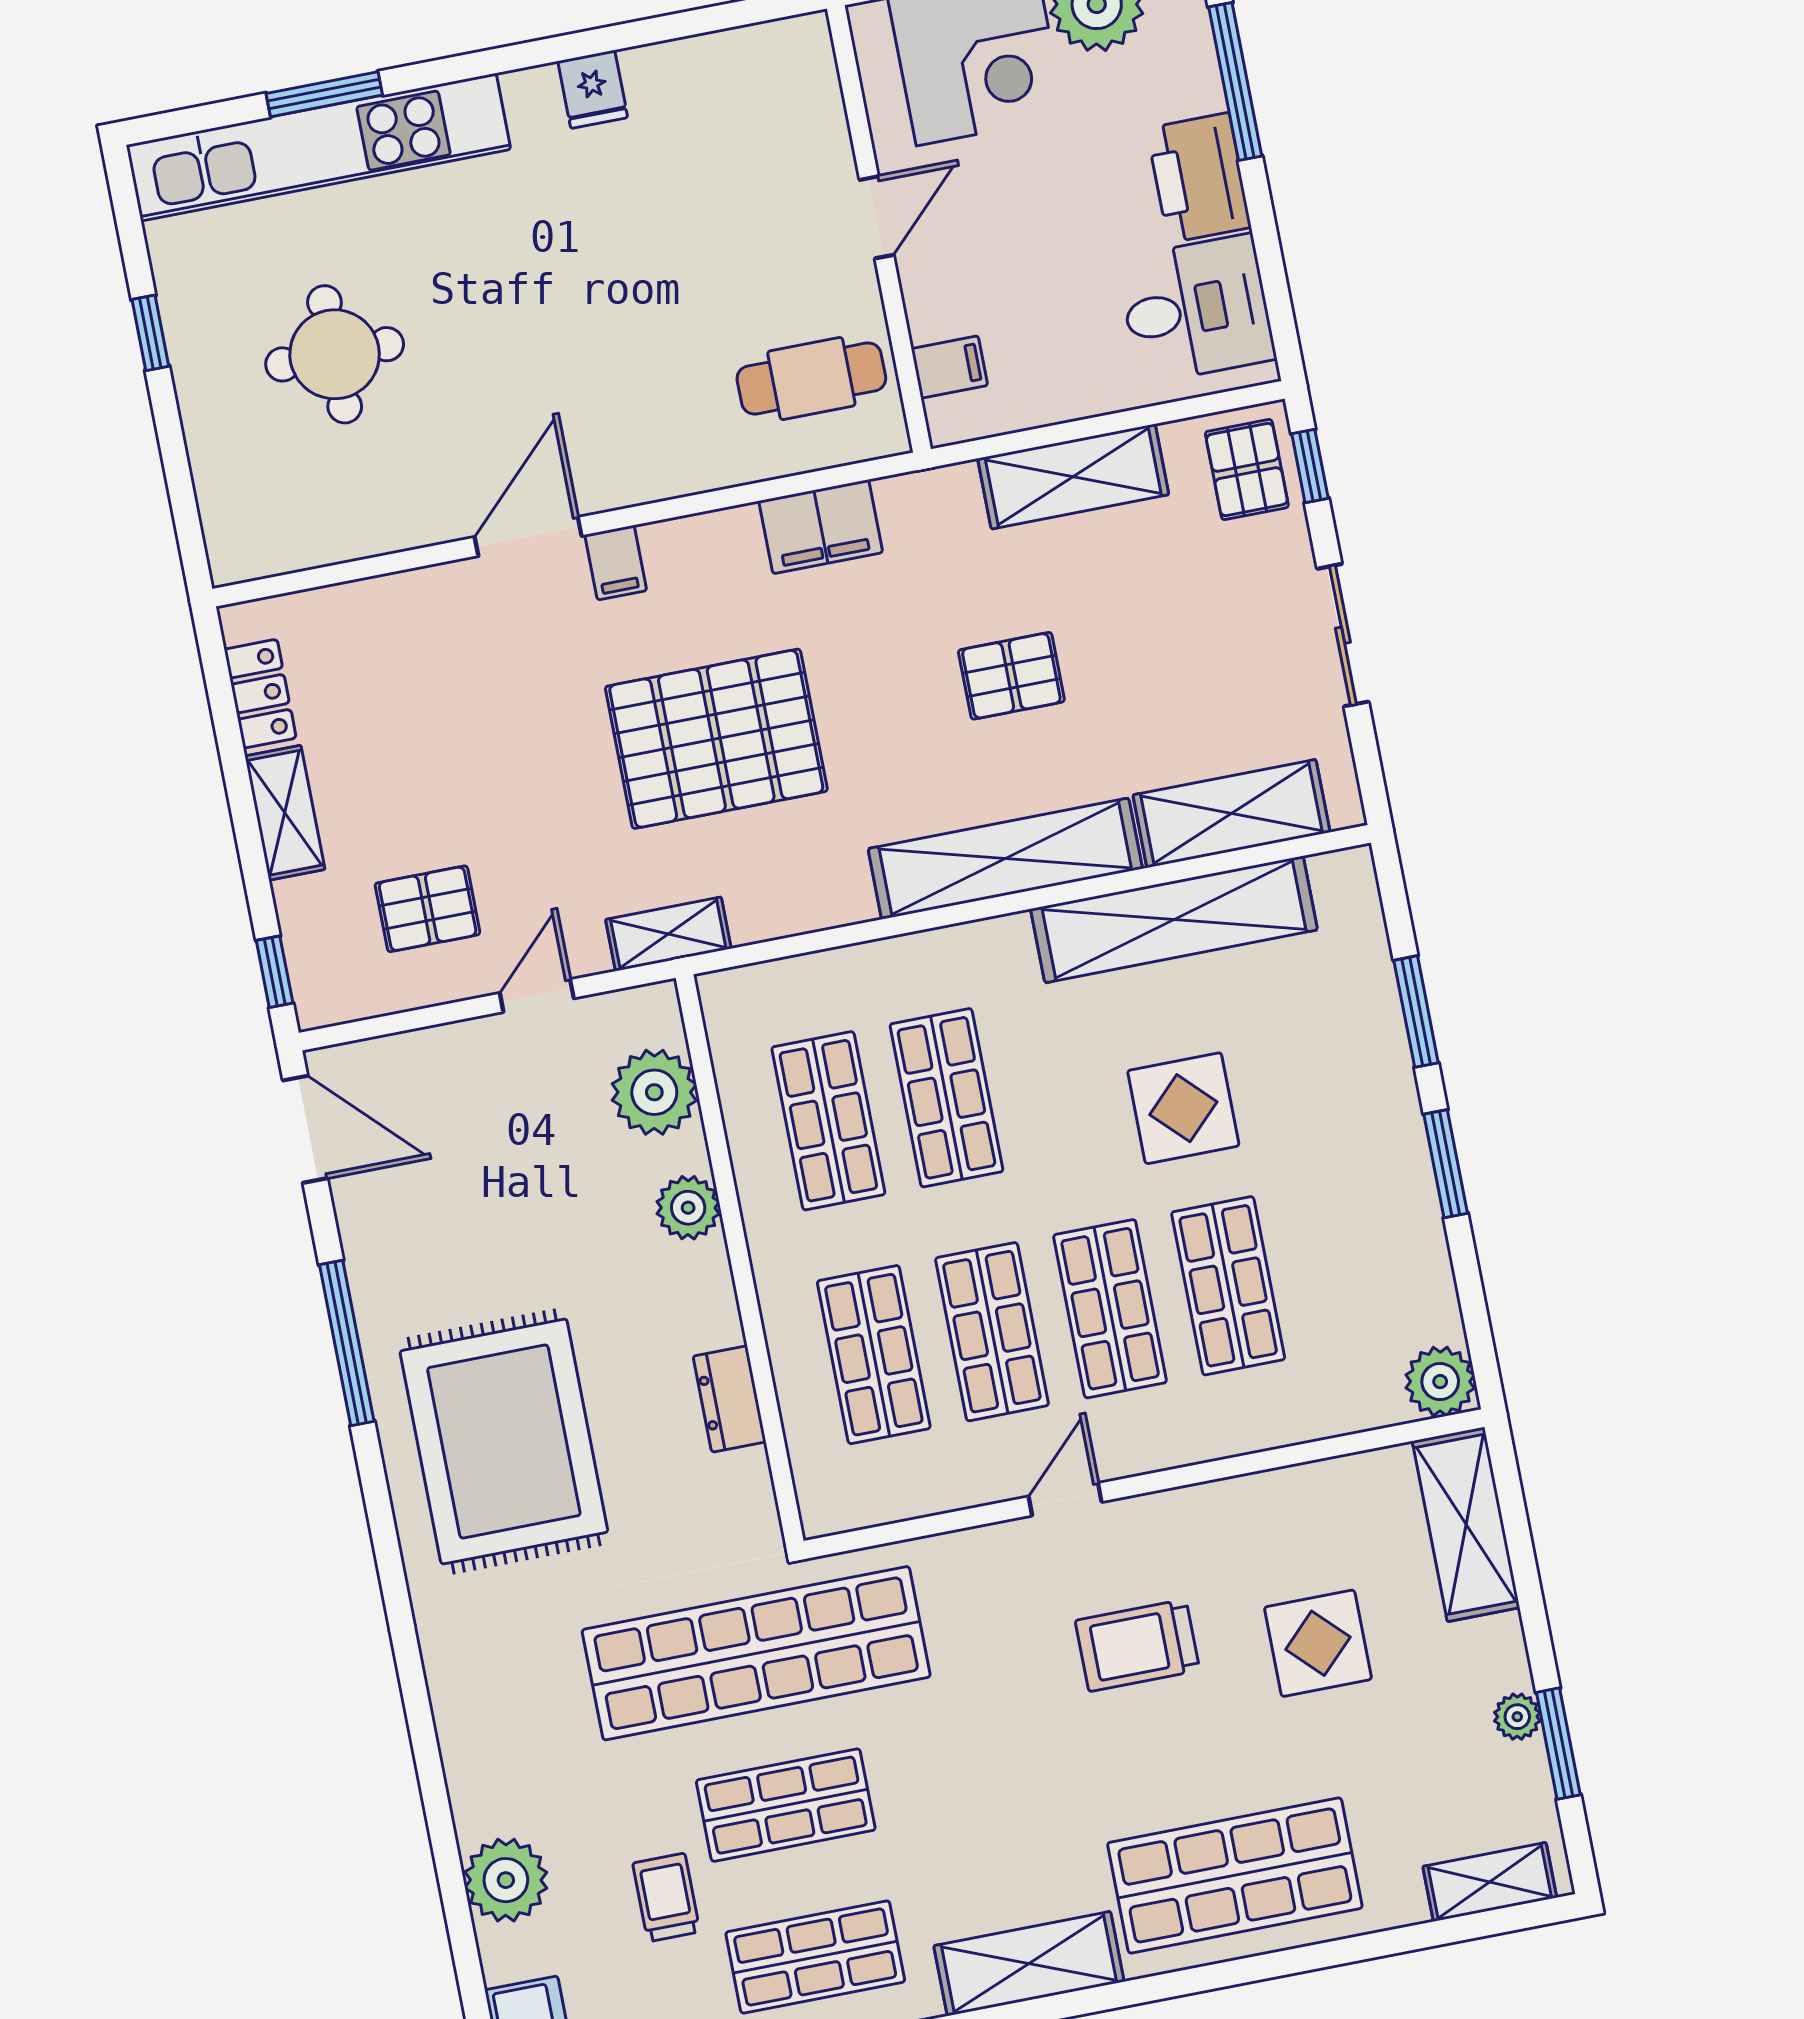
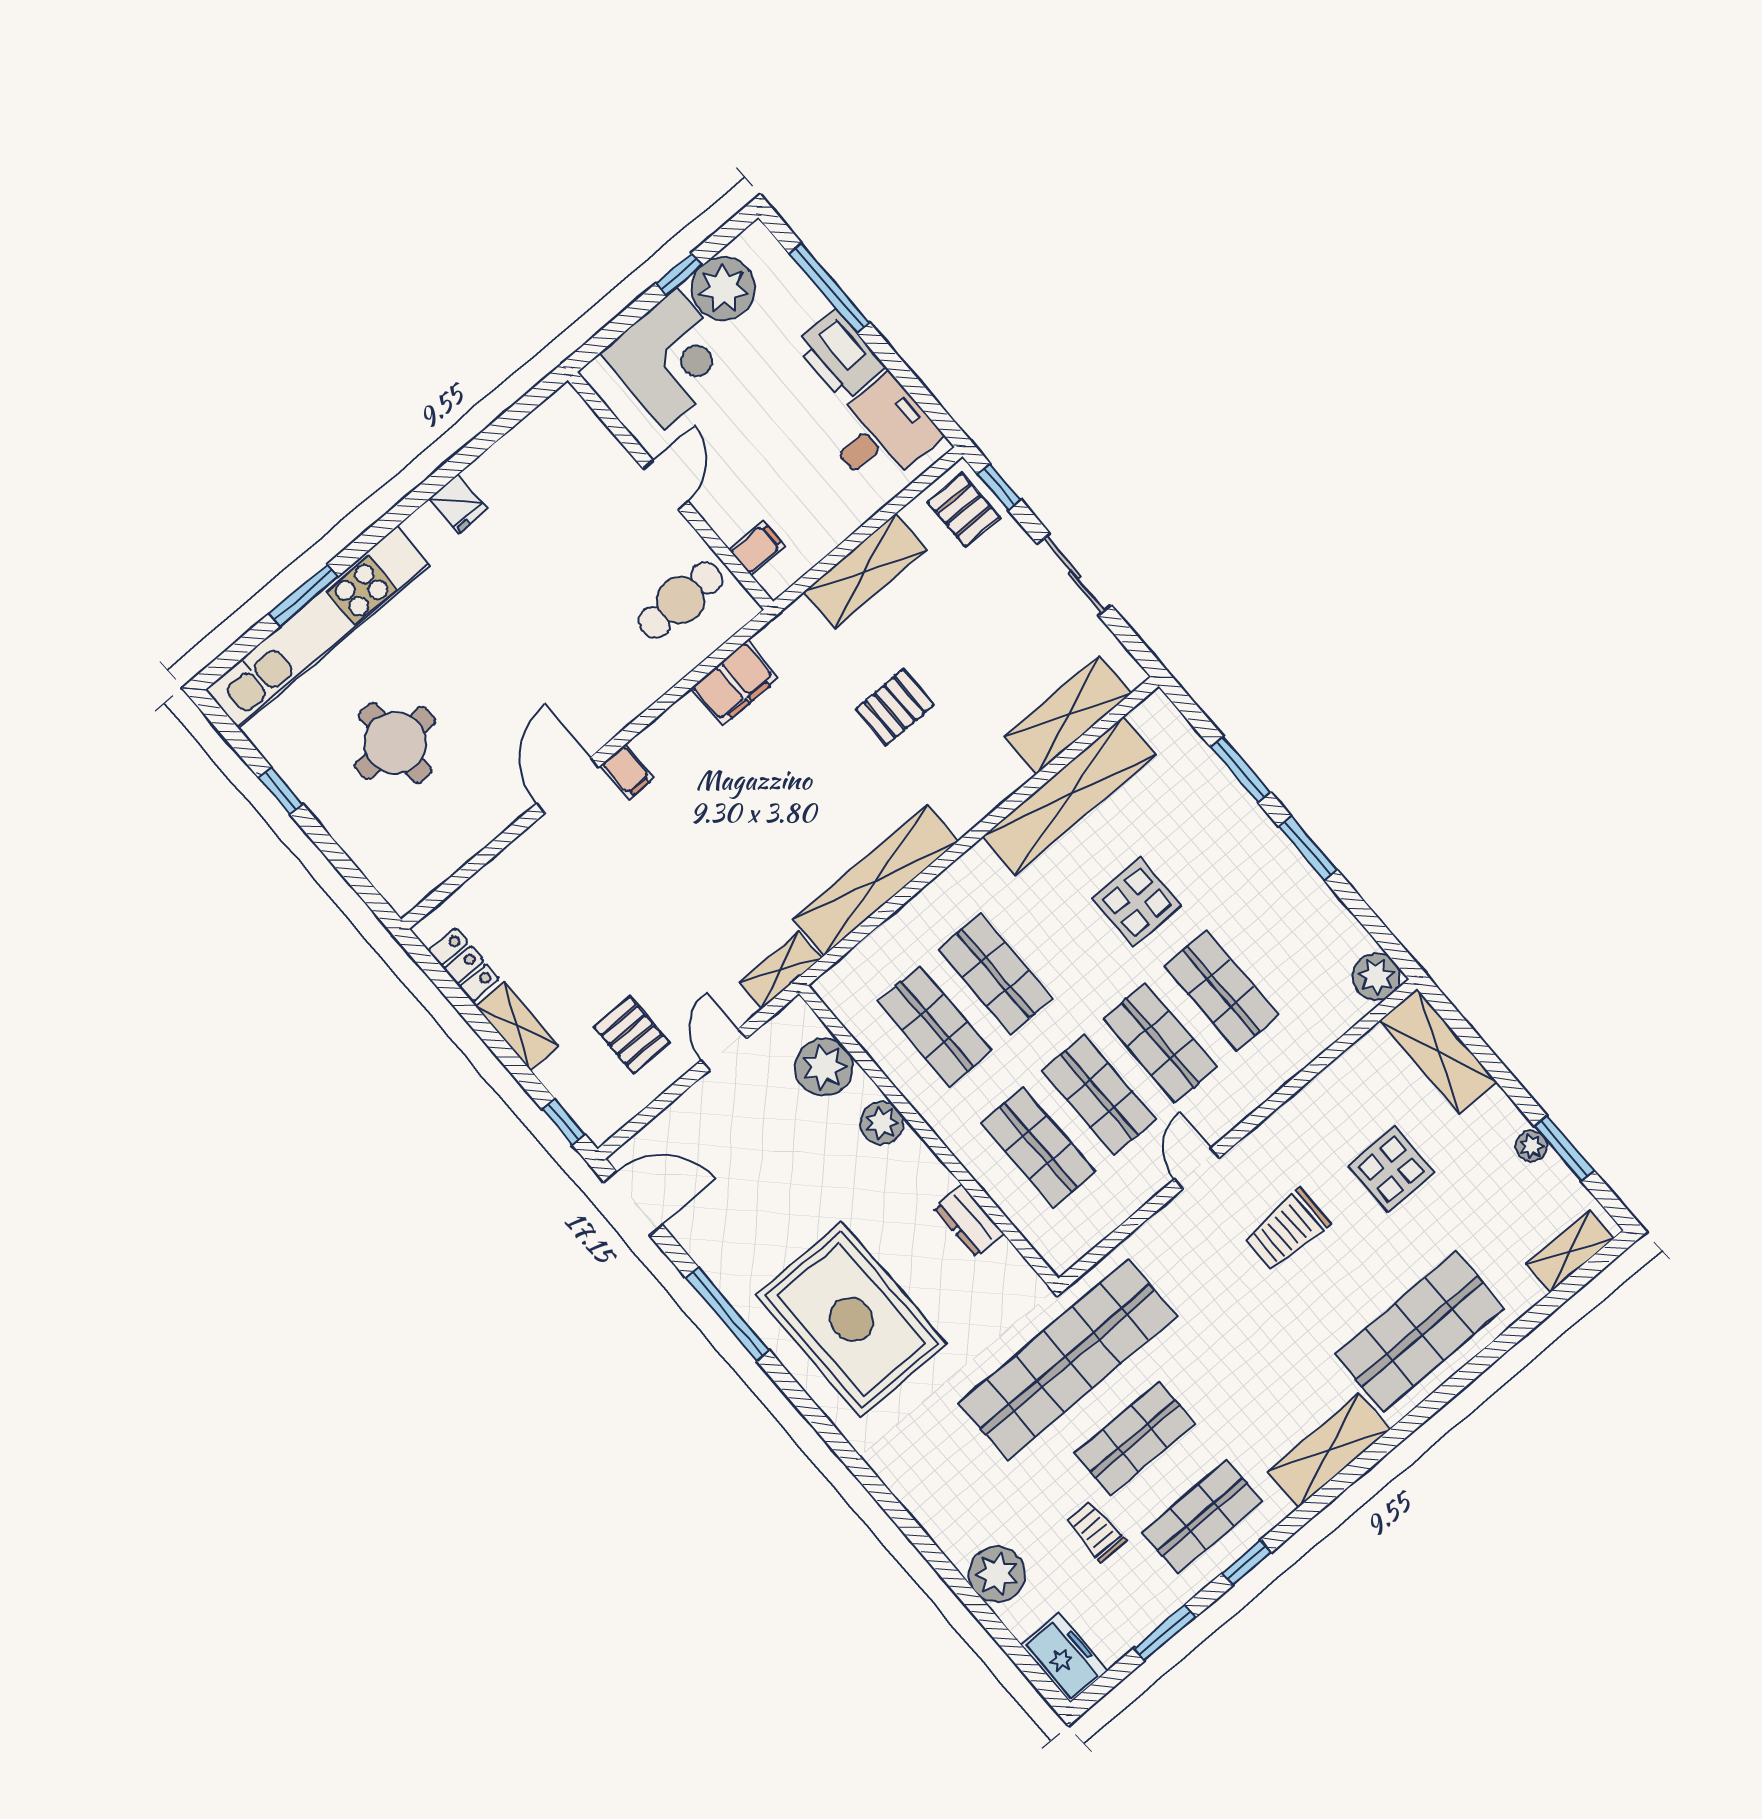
pallet: (716, 739) -> (744, 841), removed
shelving: (1005, 859) -> (876, 880), moved
pallet: (428, 909) -> (632, 1035), turned 90

